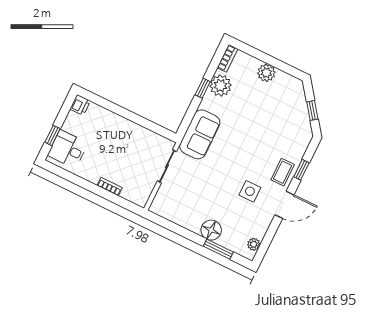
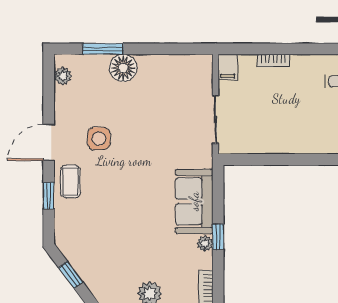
plant: (220, 86) -> (205, 243), width x0.53, depth x0.53
sofa: (200, 134) -> (194, 201), moved
filing cabinet: (142, 197) -> (228, 67), added

